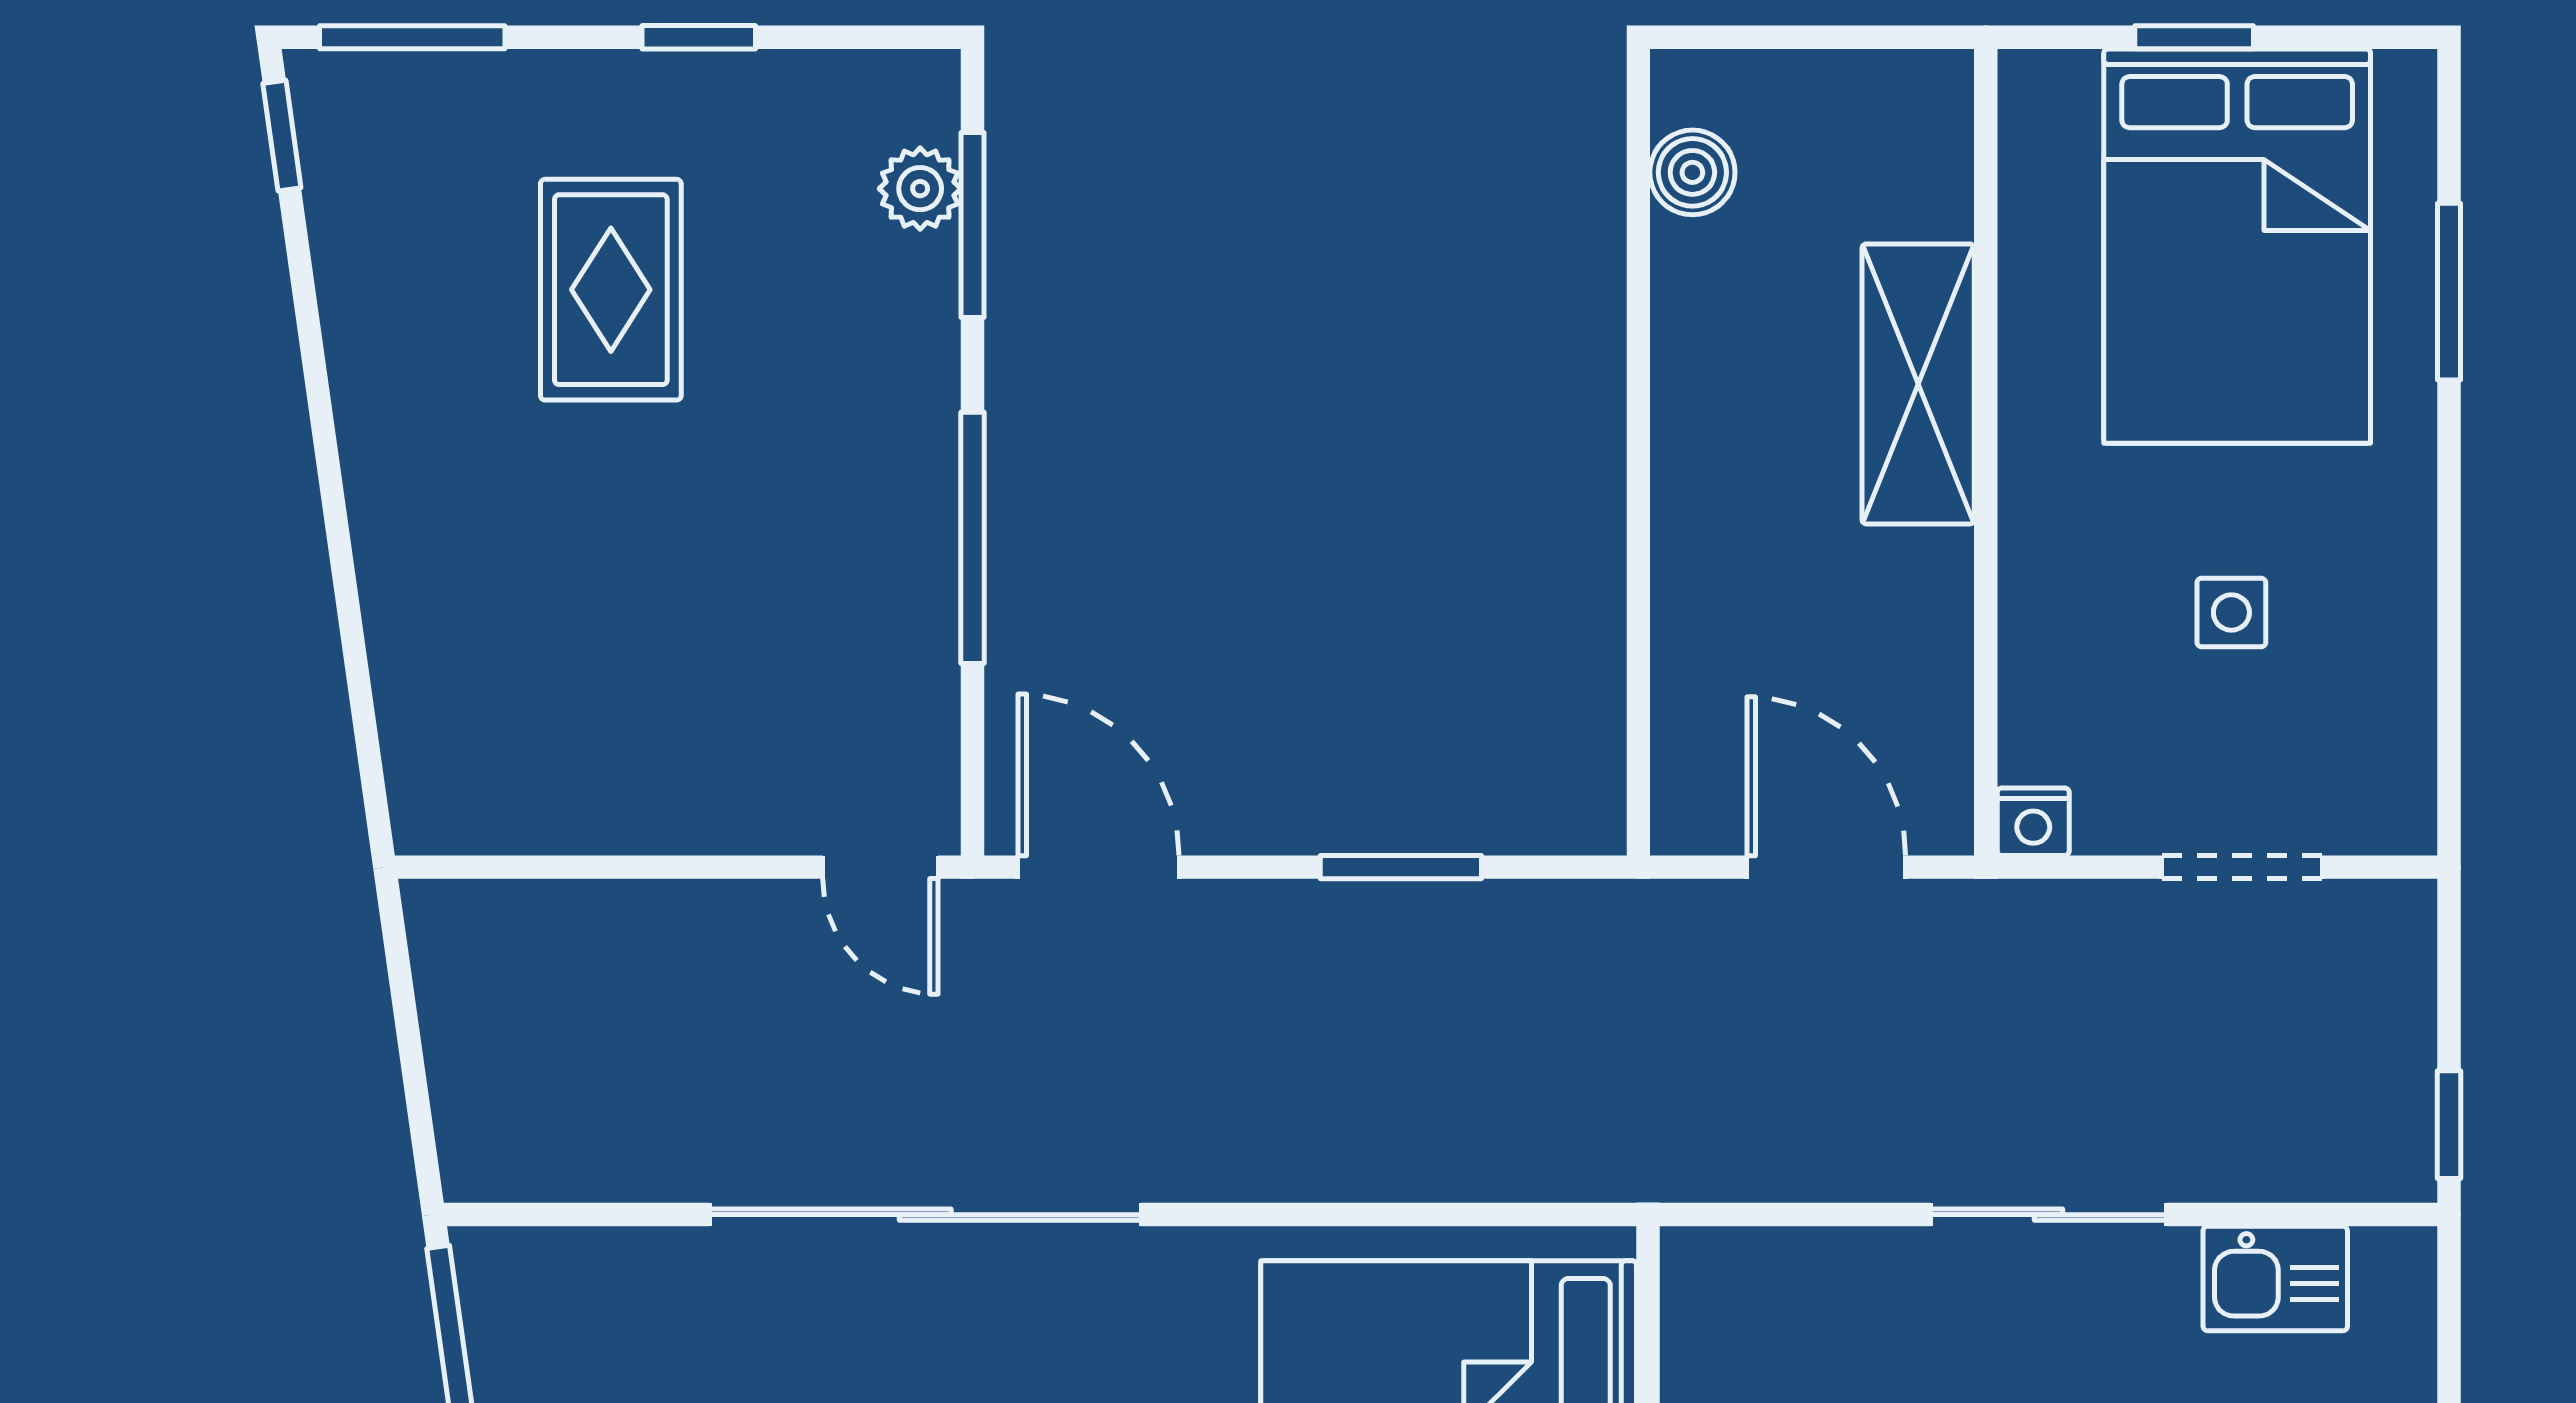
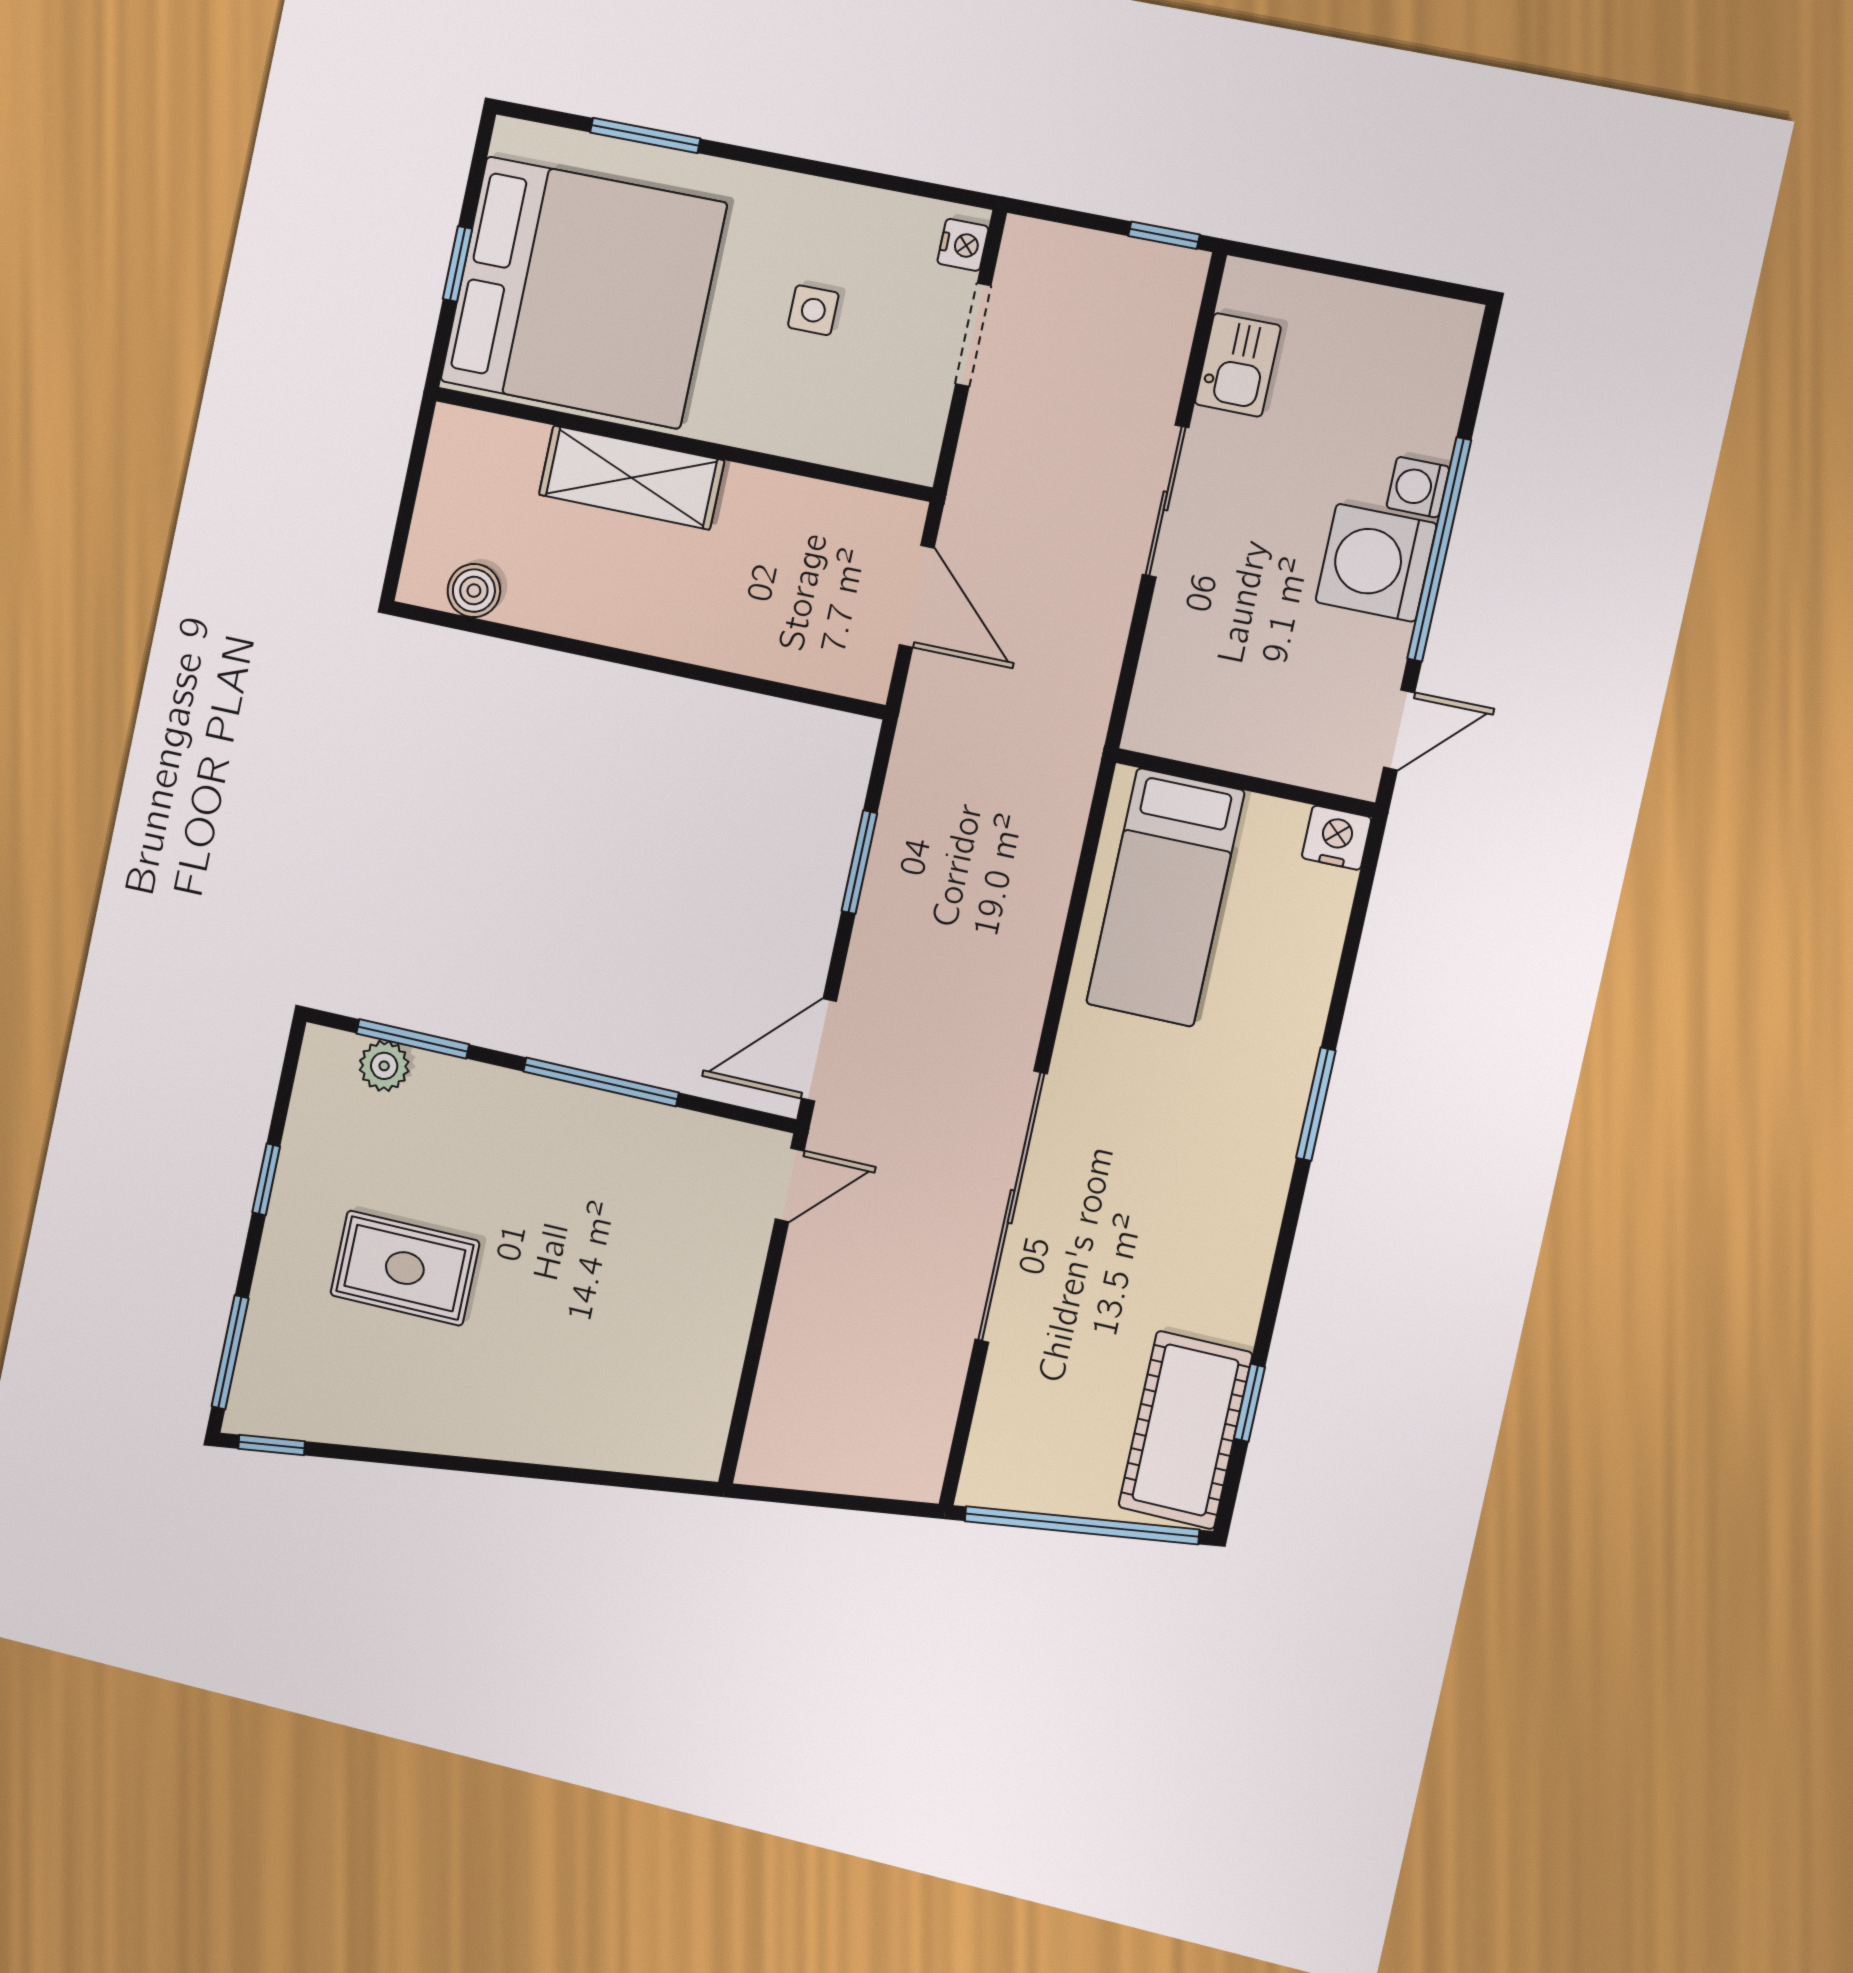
bed: (2237, 246) -> (583, 292), width x1.36
nightstand: (2033, 822) -> (963, 245), moved
door: (1826, 867) -> (917, 596), swing flipped

